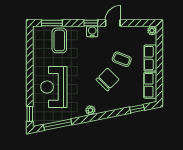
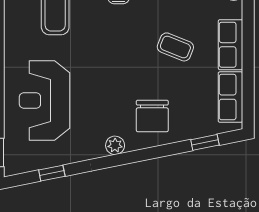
chair: (107, 80) -> (152, 116), moved, turned 135
window: (58, 125) -> (52, 173), width x0.46

